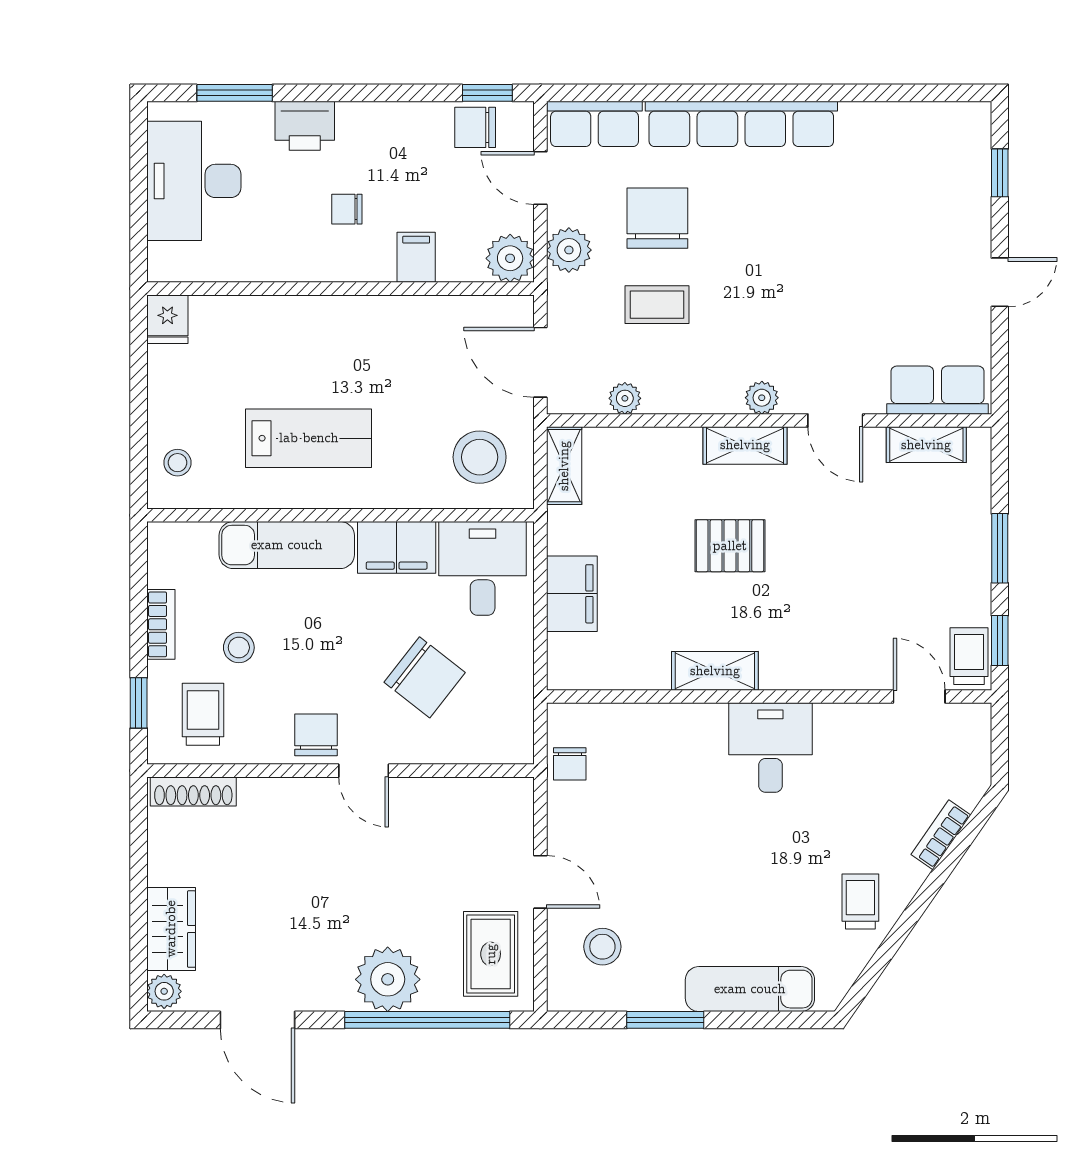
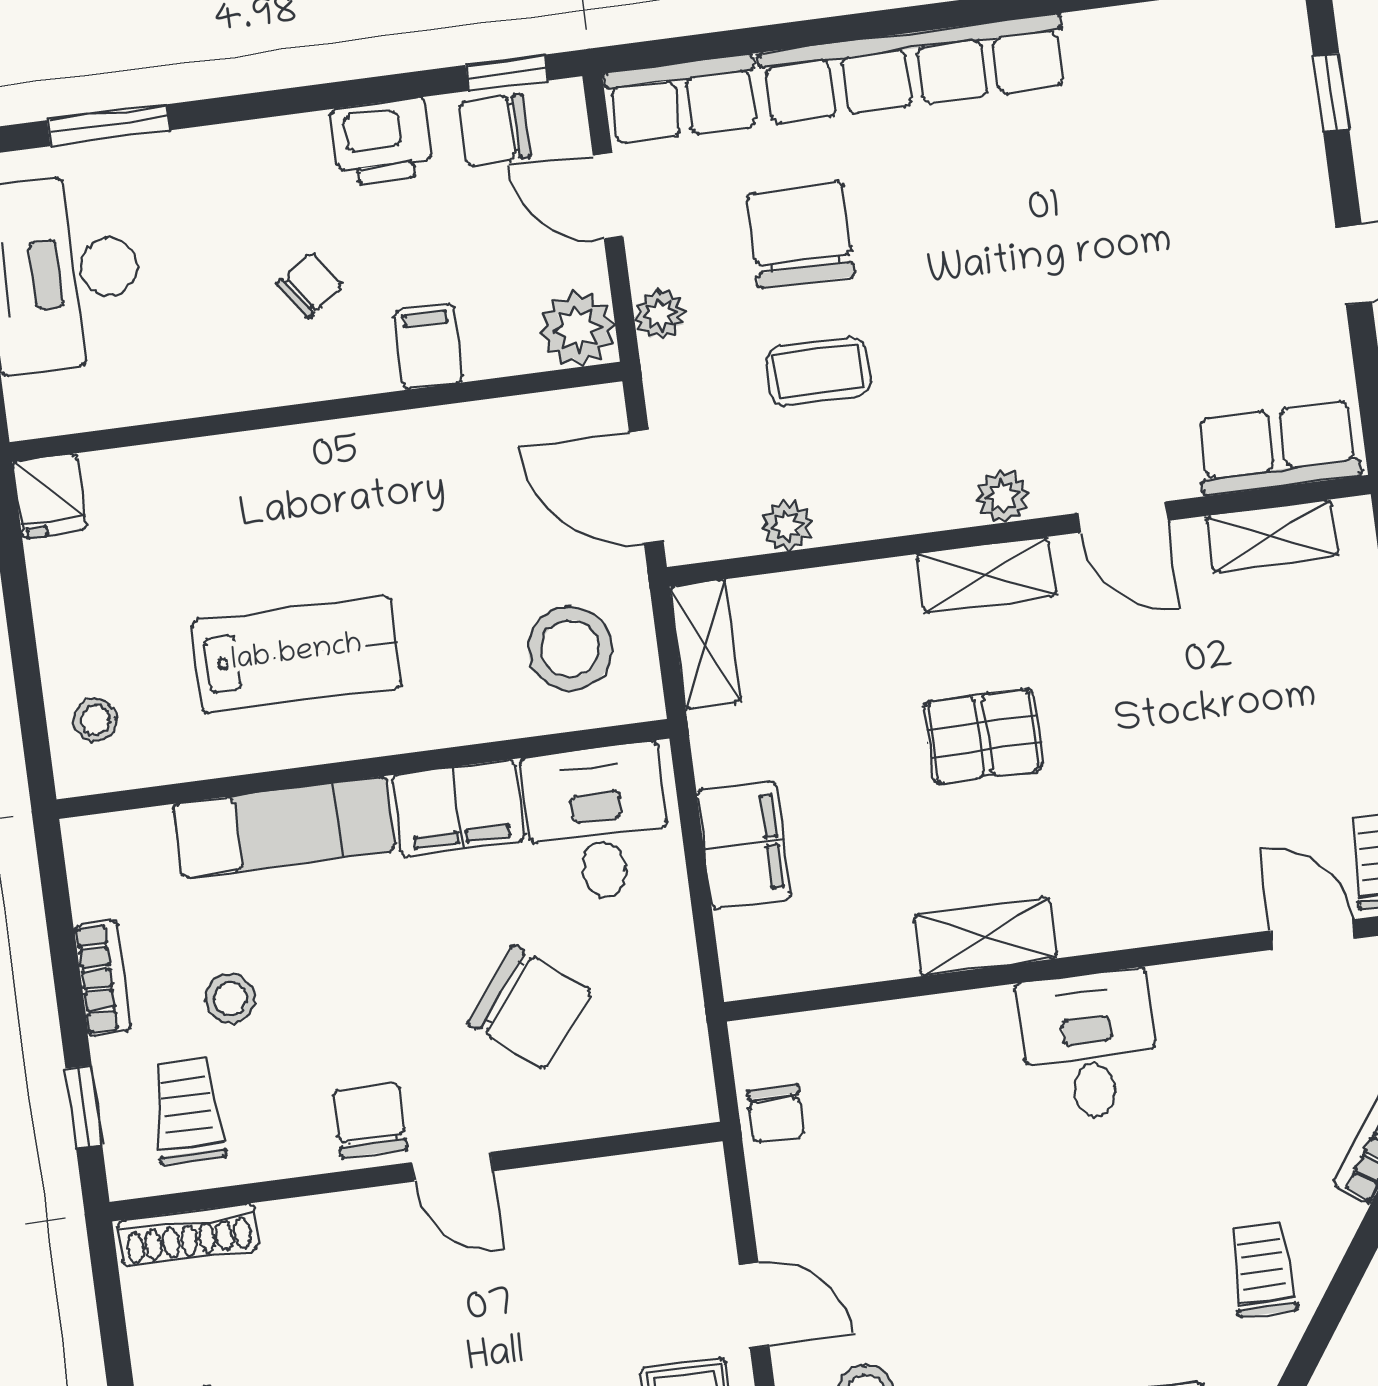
printer: (305, 126) -> (382, 142), moved
chair: (347, 209) -> (310, 285), turned 145
plant: (569, 250) -> (660, 314), width x0.73, depth x0.73

